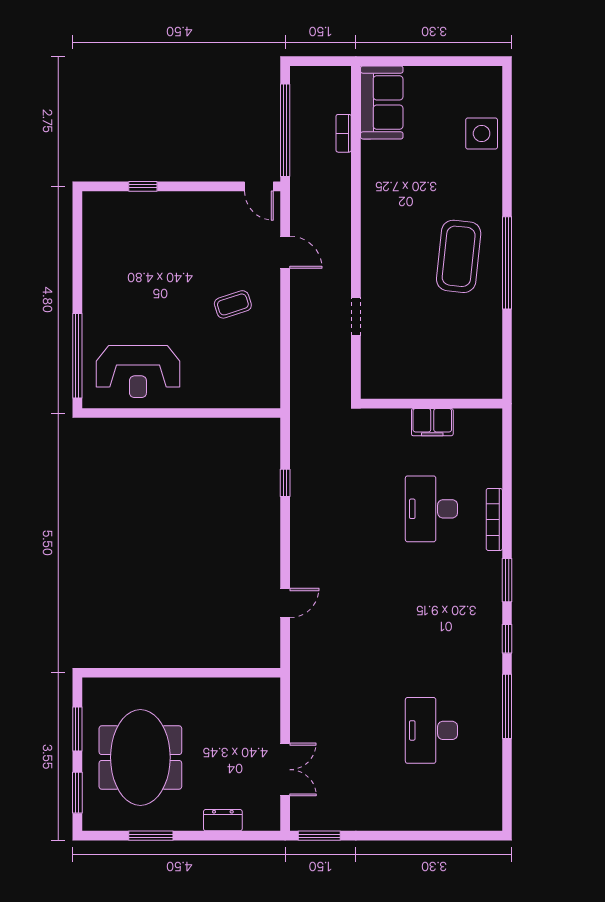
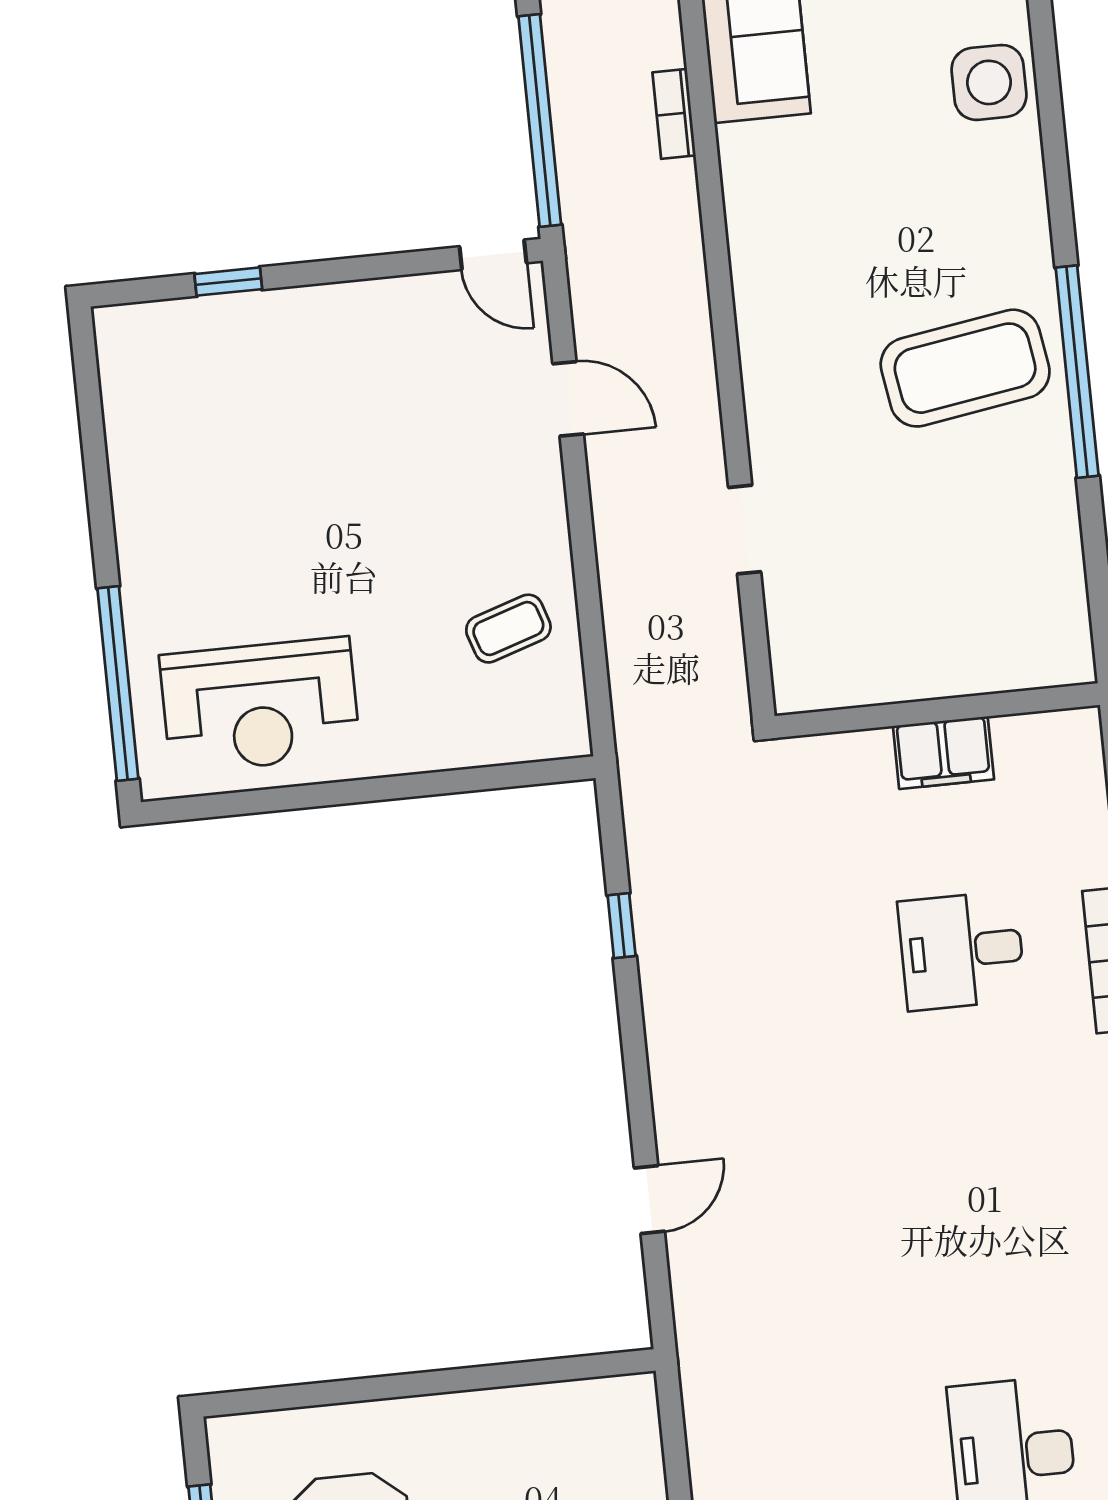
coffee table: (459, 256) -> (965, 368), turned 75
coffee table: (233, 304) -> (508, 629), moved
desk: (431, 509) -> (962, 951), width x0.73

